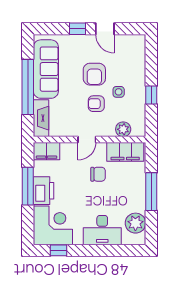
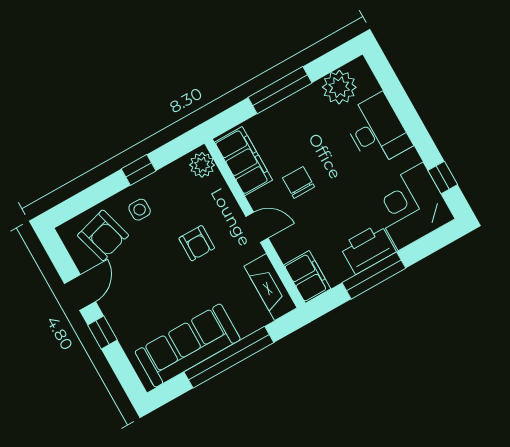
armchair: (94, 74) -> (103, 235), moved, turned 74
side table: (119, 92) -> (140, 210), moved
fireplace: (41, 118) -> (270, 287), moved, turned -90
plant: (123, 129) -> (202, 165), moved

